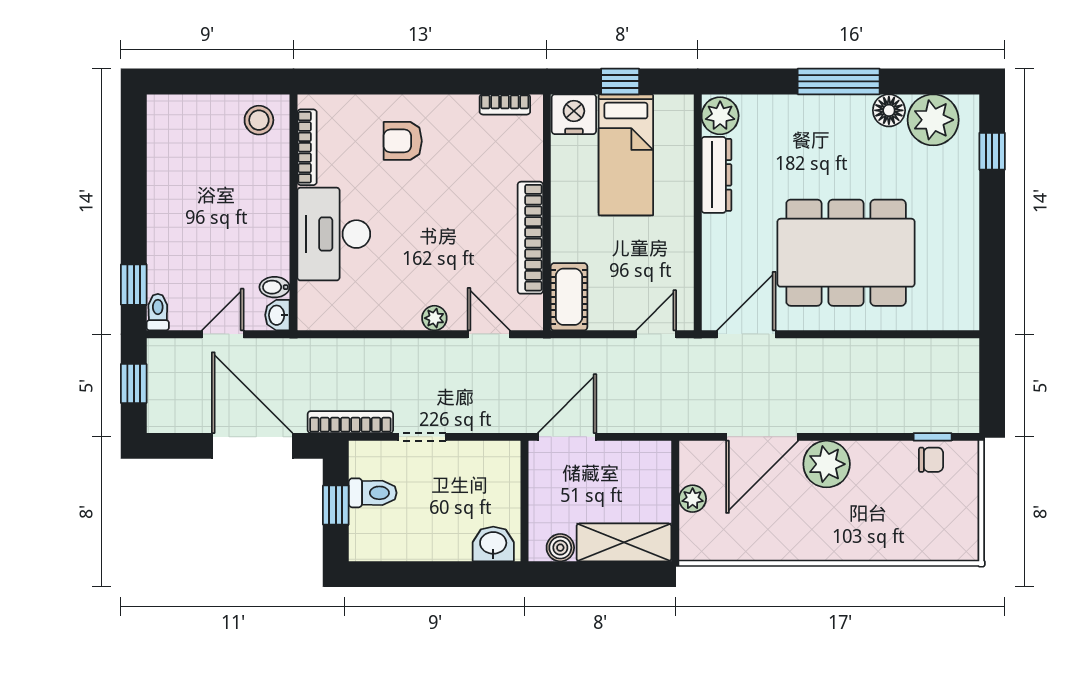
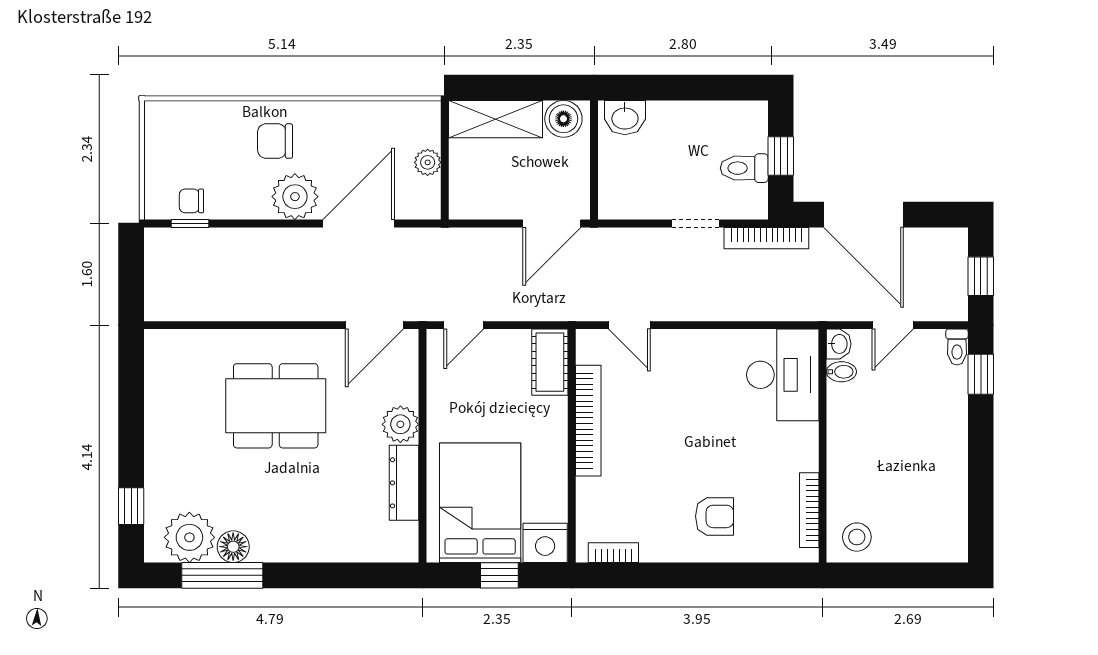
window: (839, 81) -> (222, 575), moved
plant: (720, 116) -> (400, 424), moved
bed: (626, 155) -> (480, 503), width x1.50
desk: (334, 234) -> (783, 375), moved
dining table: (846, 253) -> (276, 406), width x0.73, depth x0.80
plant: (434, 318) -> (683, 341), removed
chair: (847, 520) -> (275, 141), added
boiler: (560, 548) -> (563, 119), width x1.36, depth x1.36

